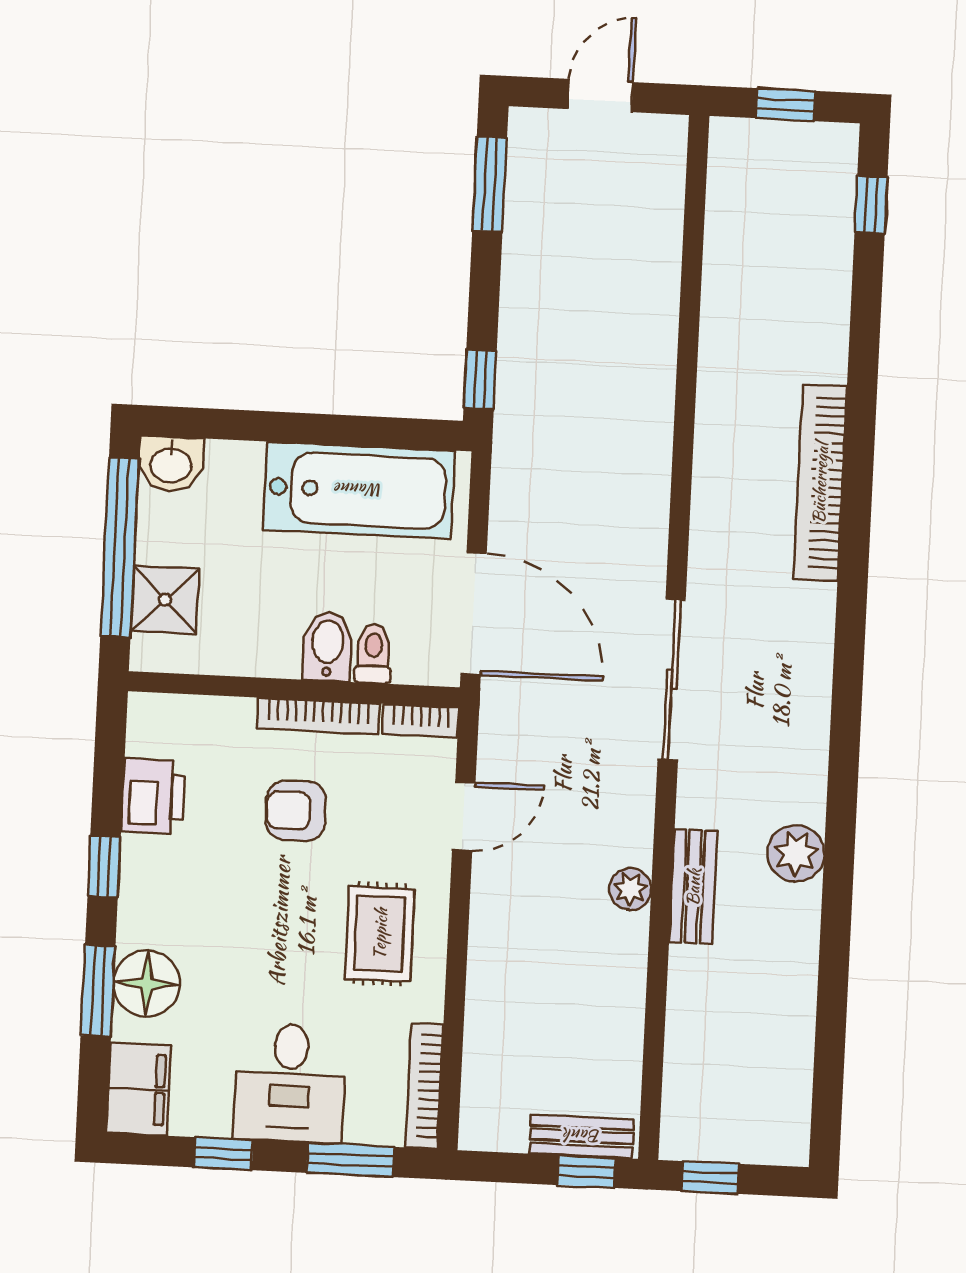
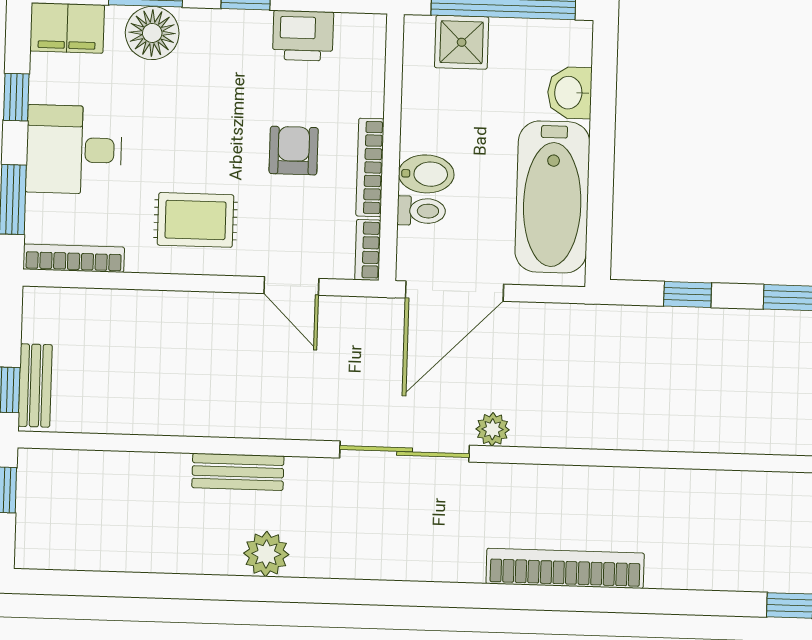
window: (480, 379) -> (688, 294), moved
washbasin: (171, 464) -> (570, 93), moved
plant: (630, 889) -> (493, 429), moved

